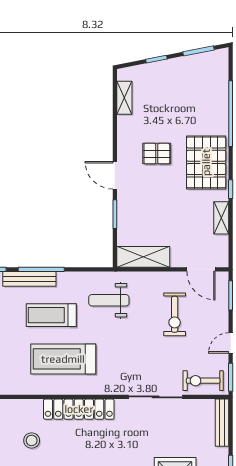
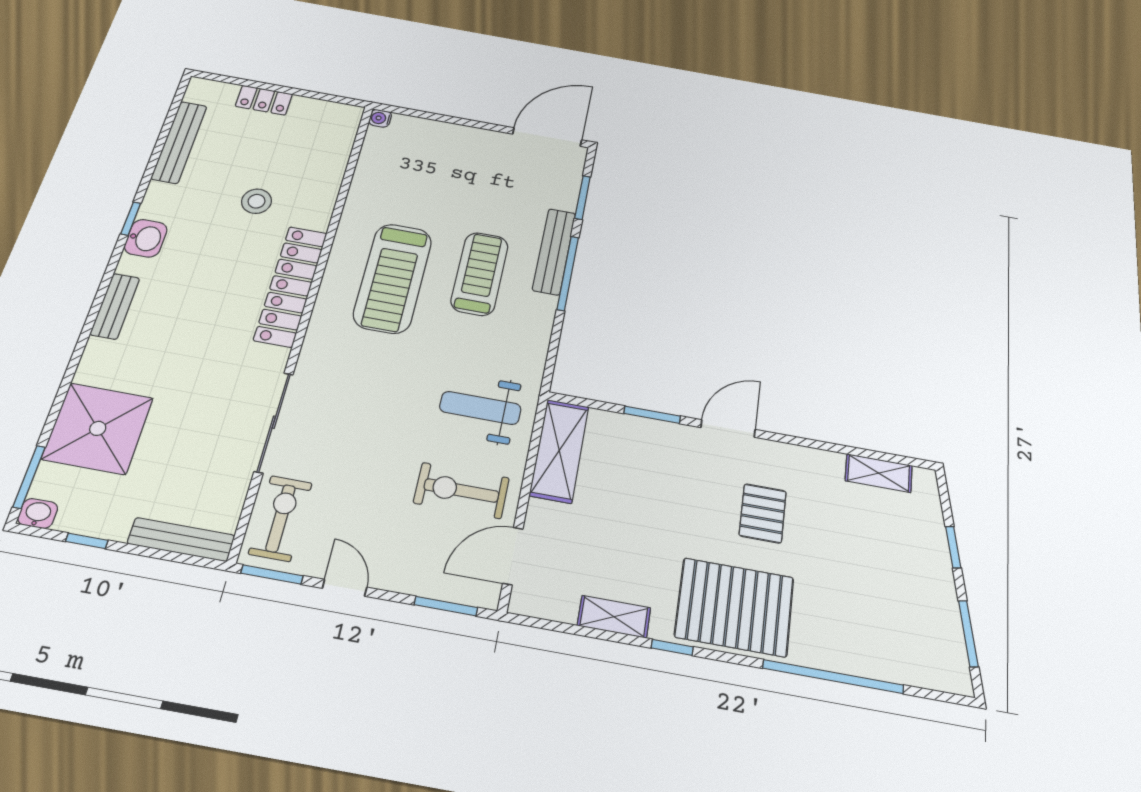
weight bench: (109, 300) -> (480, 408), moved, turned -90
exercise bike: (175, 314) -> (461, 490), moved
treadmill: (63, 359) -> (393, 278), turned 180

